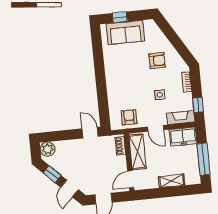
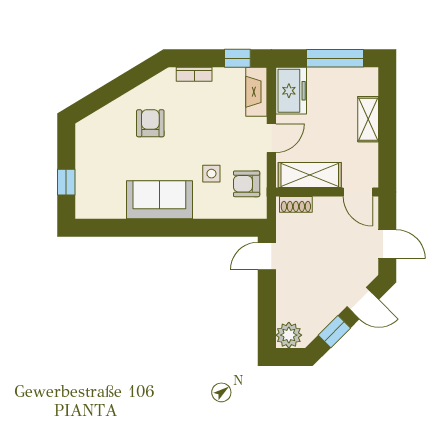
sofa: (125, 32) -> (159, 200), moved, turned -90
side table: (160, 95) -> (211, 174), moved

